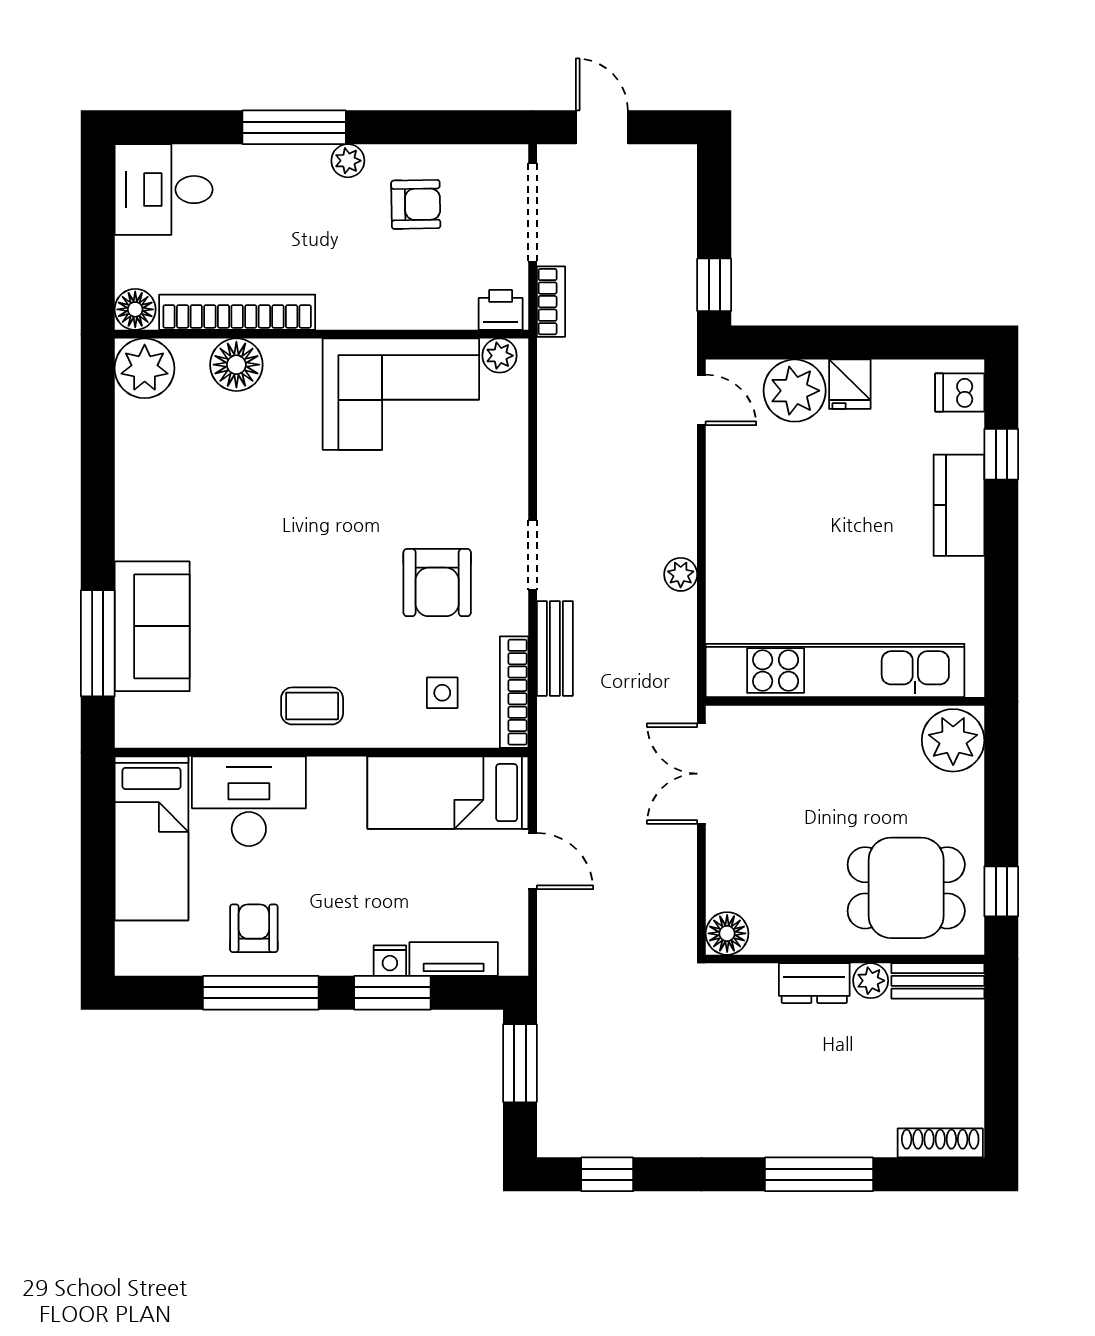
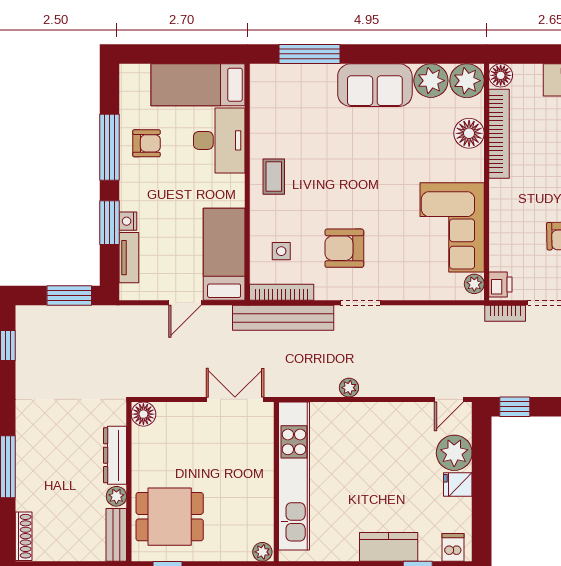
plant: (144, 431) -> (431, 81), added
sofa: (152, 626) -> (375, 85), moved
bench: (555, 649) -> (283, 318), width x1.86, depth x1.21
plant: (953, 740) -> (262, 552), width x0.53, depth x0.53
dining table: (906, 888) -> (170, 517), turned 90
dresser: (814, 983) -> (115, 455), width x1.44

